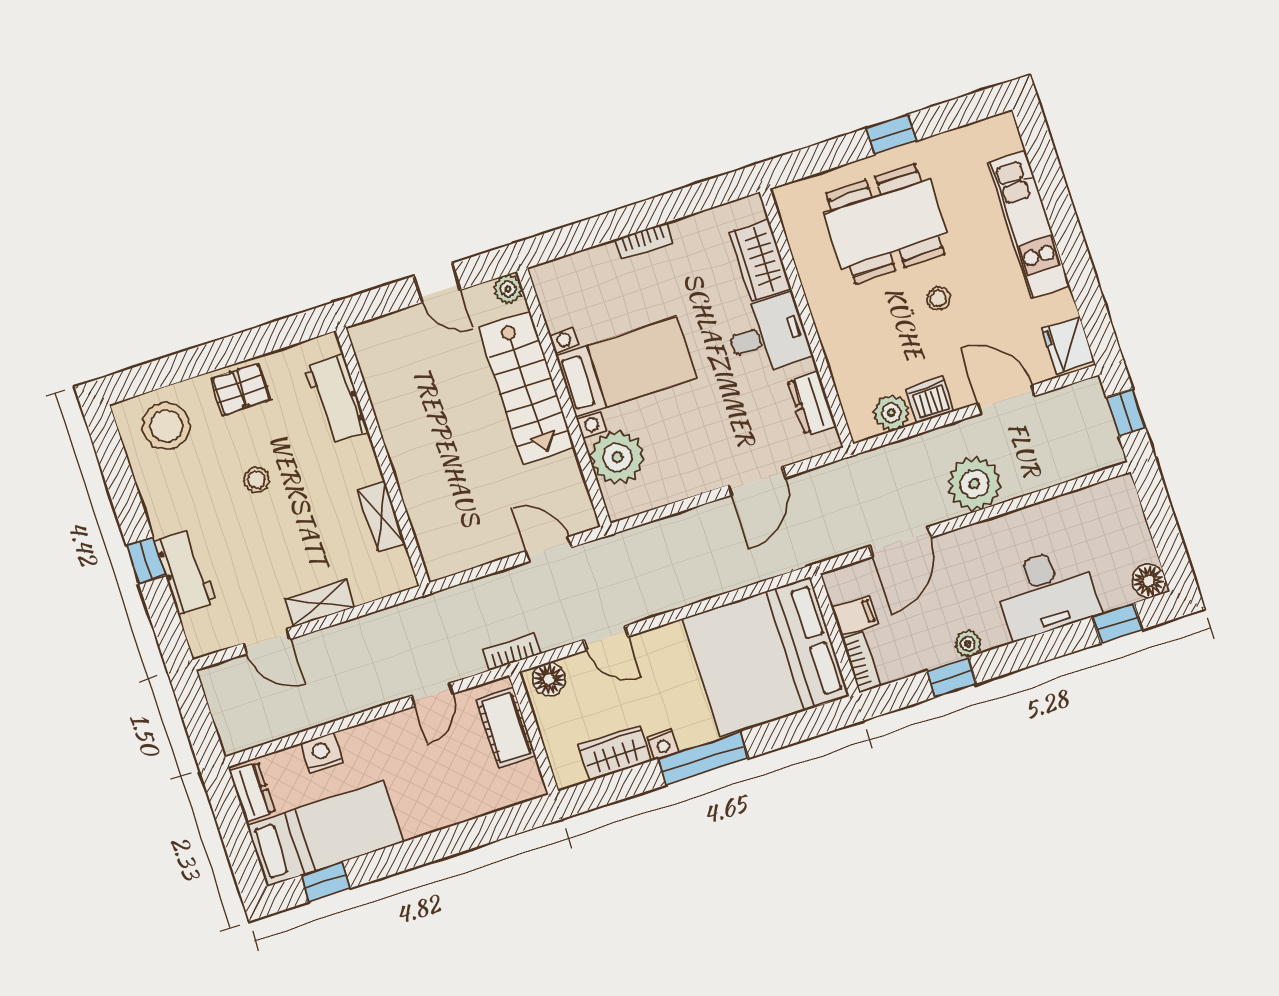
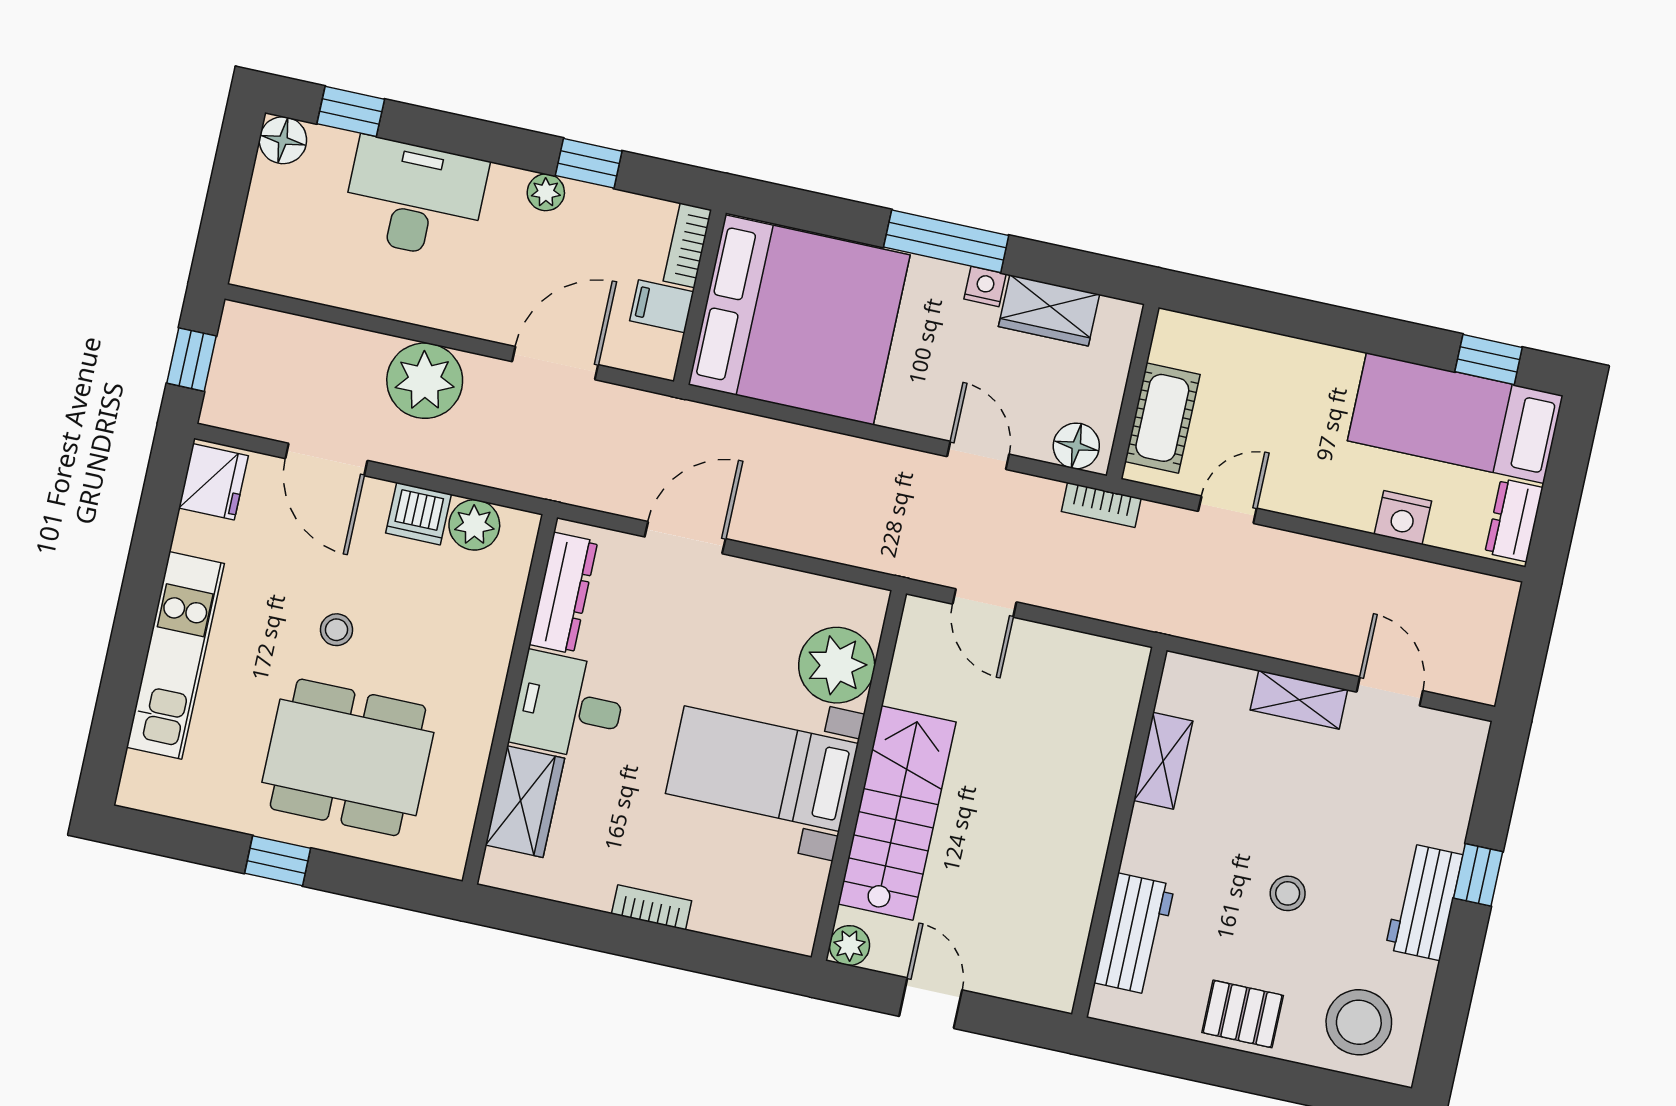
dresser: (812, 403) -> (563, 593), width x1.44
workbench: (185, 572) -> (1424, 902), moved

